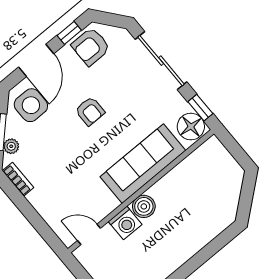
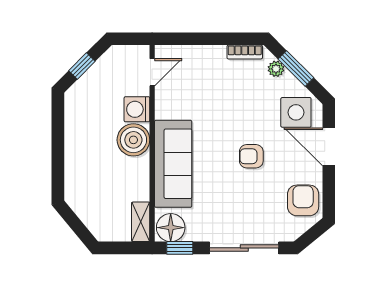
window: (69, 33) -> (329, 192), removed
shelving: (205, 152) -> (141, 222), added
boiler: (144, 206) -> (133, 140), width x1.37, depth x1.37

